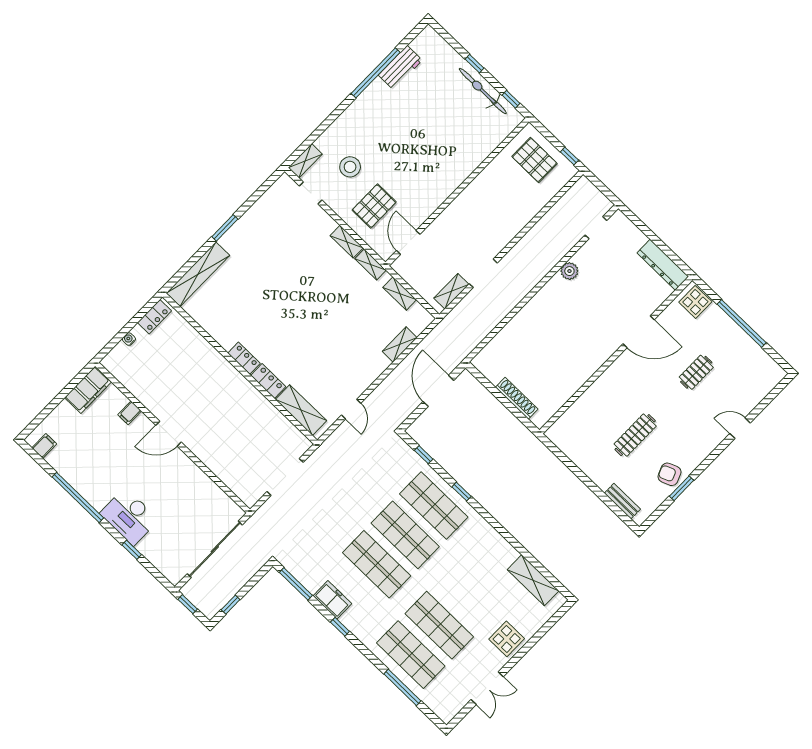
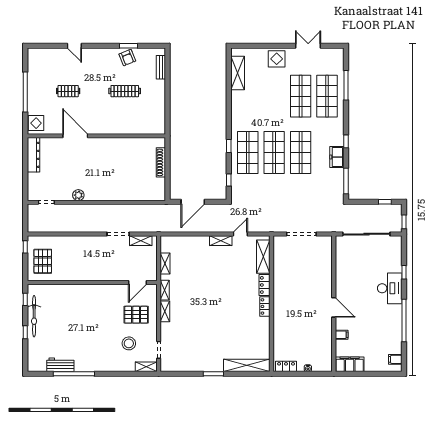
shelving: (400, 345) -> (221, 241), moved

